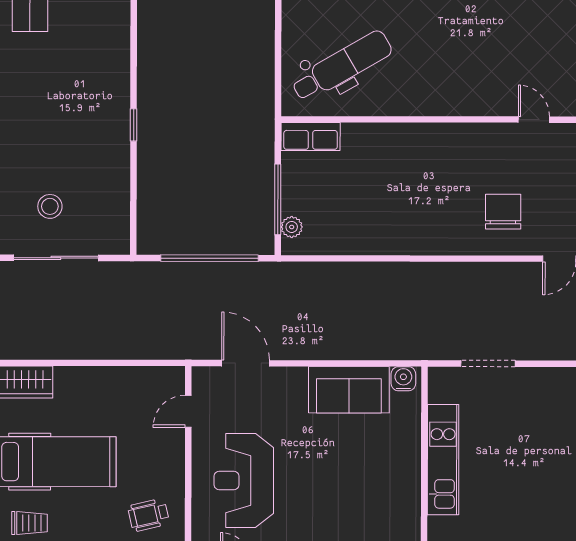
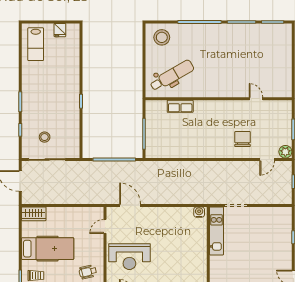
row of seats: (311, 136) -> (180, 106), moved
plant: (292, 227) -> (150, 146), removed
sofa: (349, 390) -> (175, 217), removed
kitchen unit: (443, 460) -> (216, 231), moved
reception desk: (244, 480) -> (129, 257), turned -90

